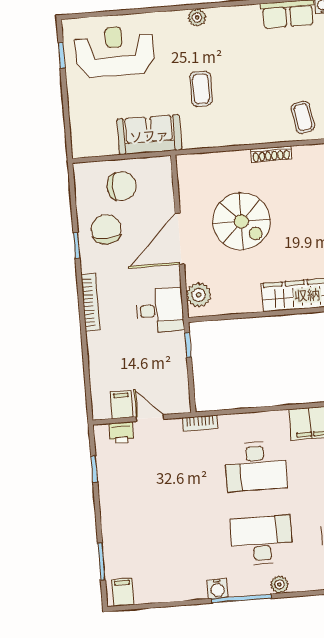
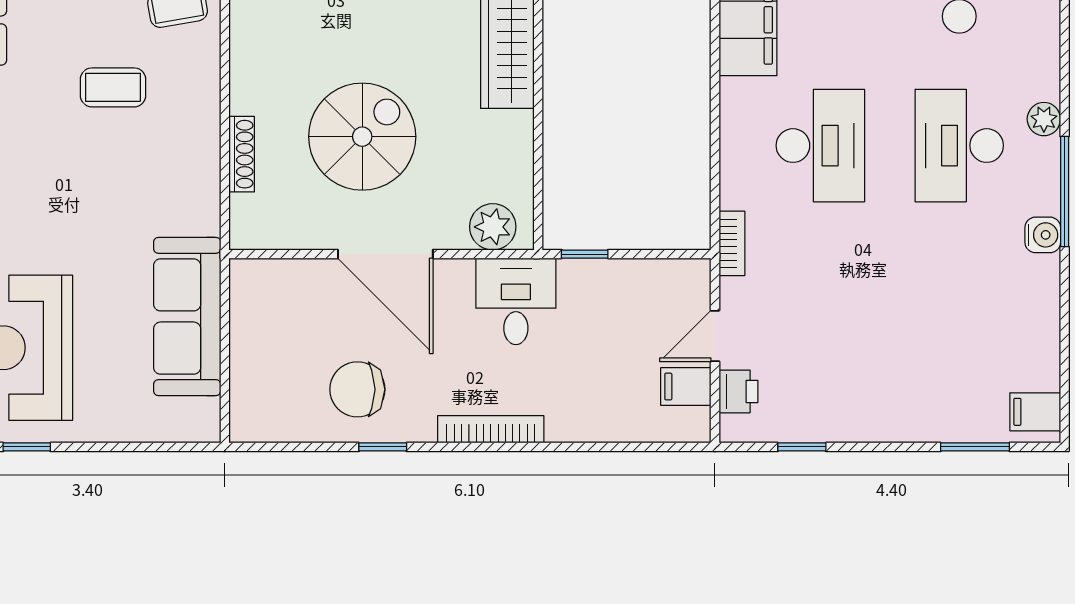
coffee table: (201, 89) -> (113, 87), moved
sofa: (149, 135) -> (187, 316), width x1.36
shoe rack: (271, 154) -> (242, 154), moved
chair: (122, 186) -> (279, 354), removed

